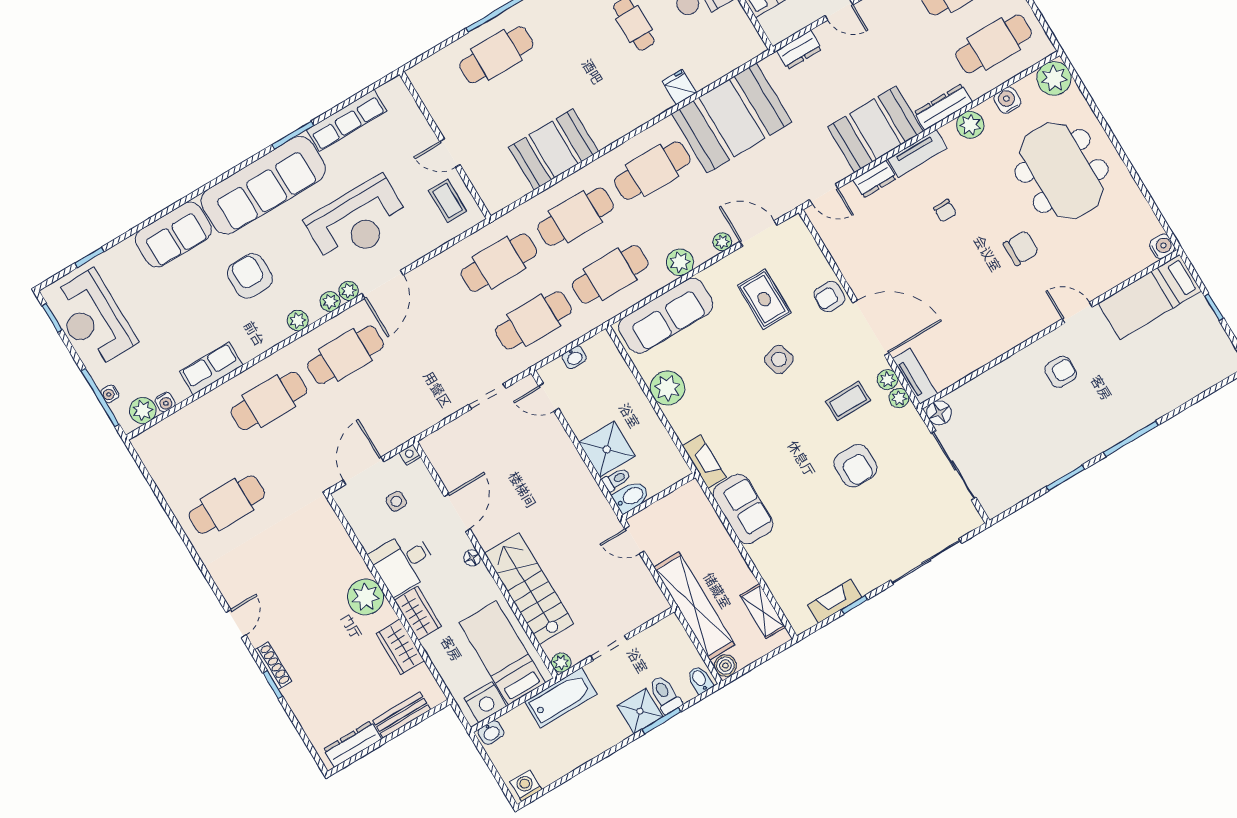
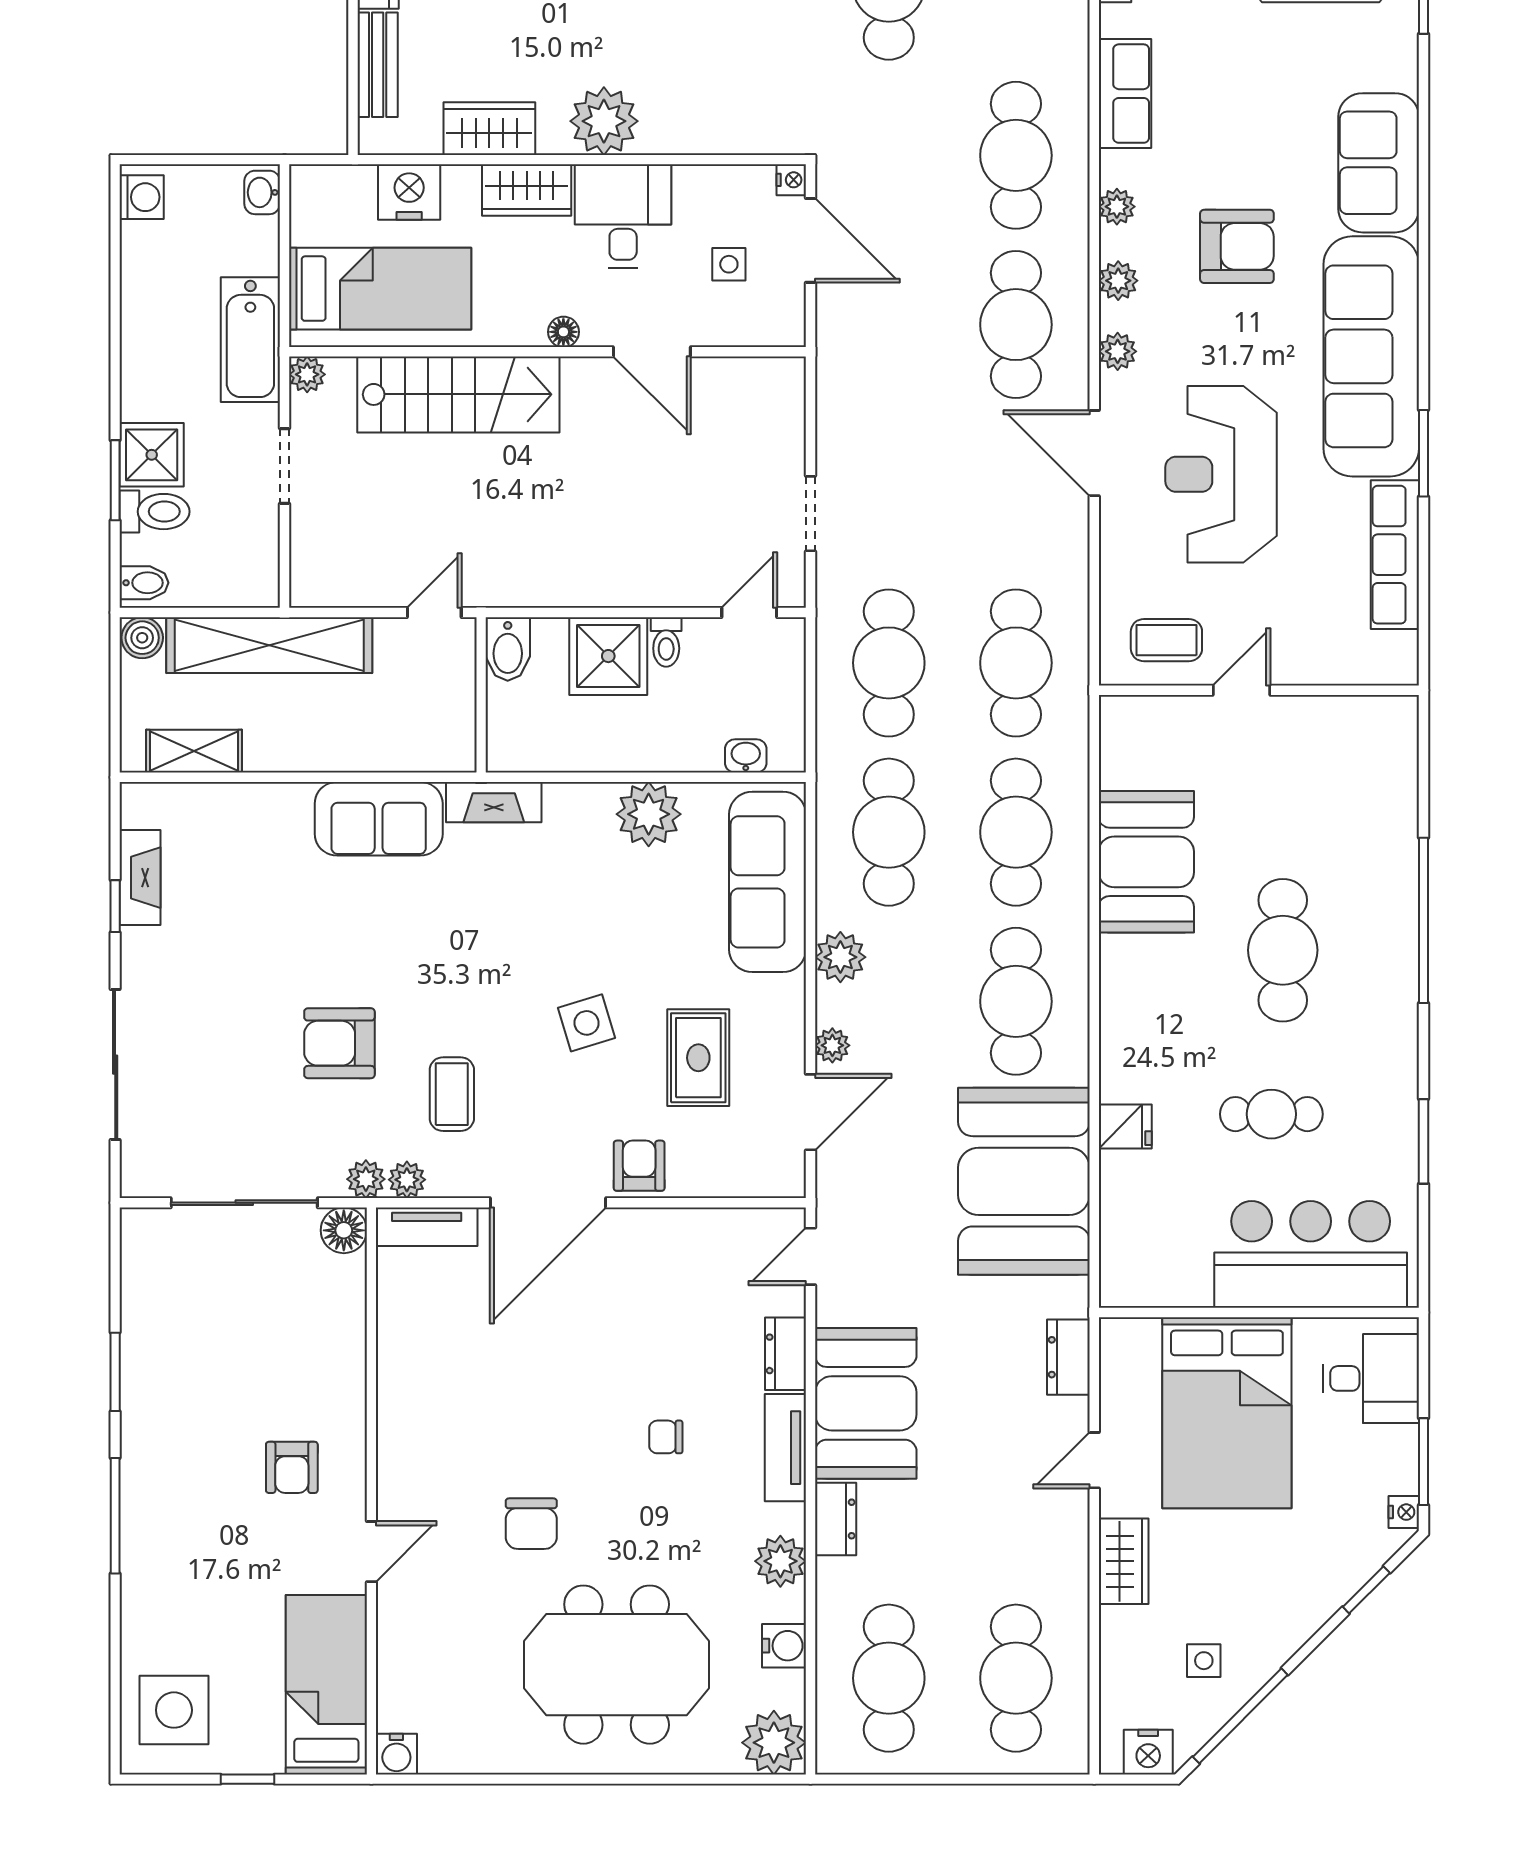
cafe table: (496, 55) -> (1283, 950), moved
dresser: (943, 107) -> (836, 1519), width x0.70
plant: (349, 291) -> (1117, 207), moved
rug: (764, 299) -> (698, 1058), turned 90
washbasin: (574, 357) -> (746, 756), moved, turned 90
side table: (1203, 359) -> (174, 1710), added
plant: (887, 380) -> (366, 1179), moved
nightstand: (410, 455) -> (791, 180), moved
toilet: (616, 479) -> (666, 642), moved
nightstand: (485, 702) -> (409, 192), moved, turned 90

